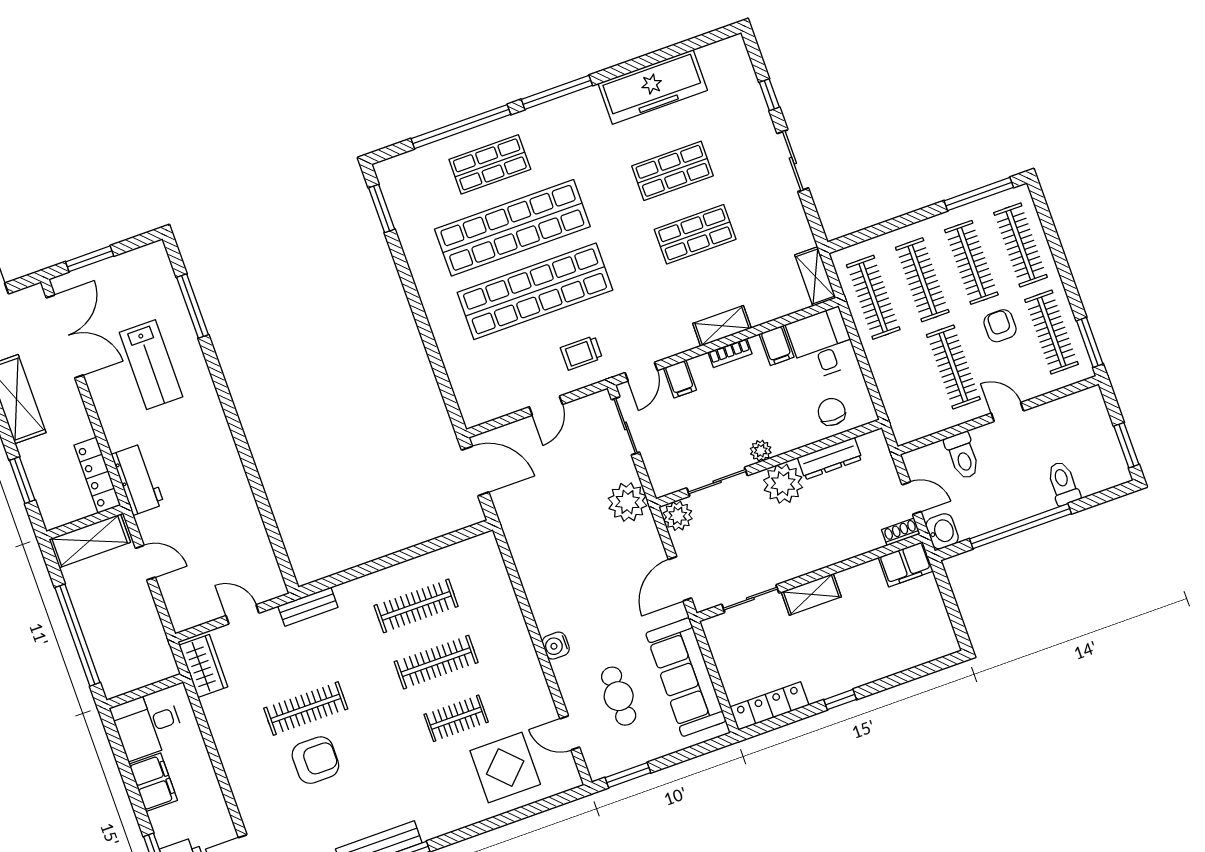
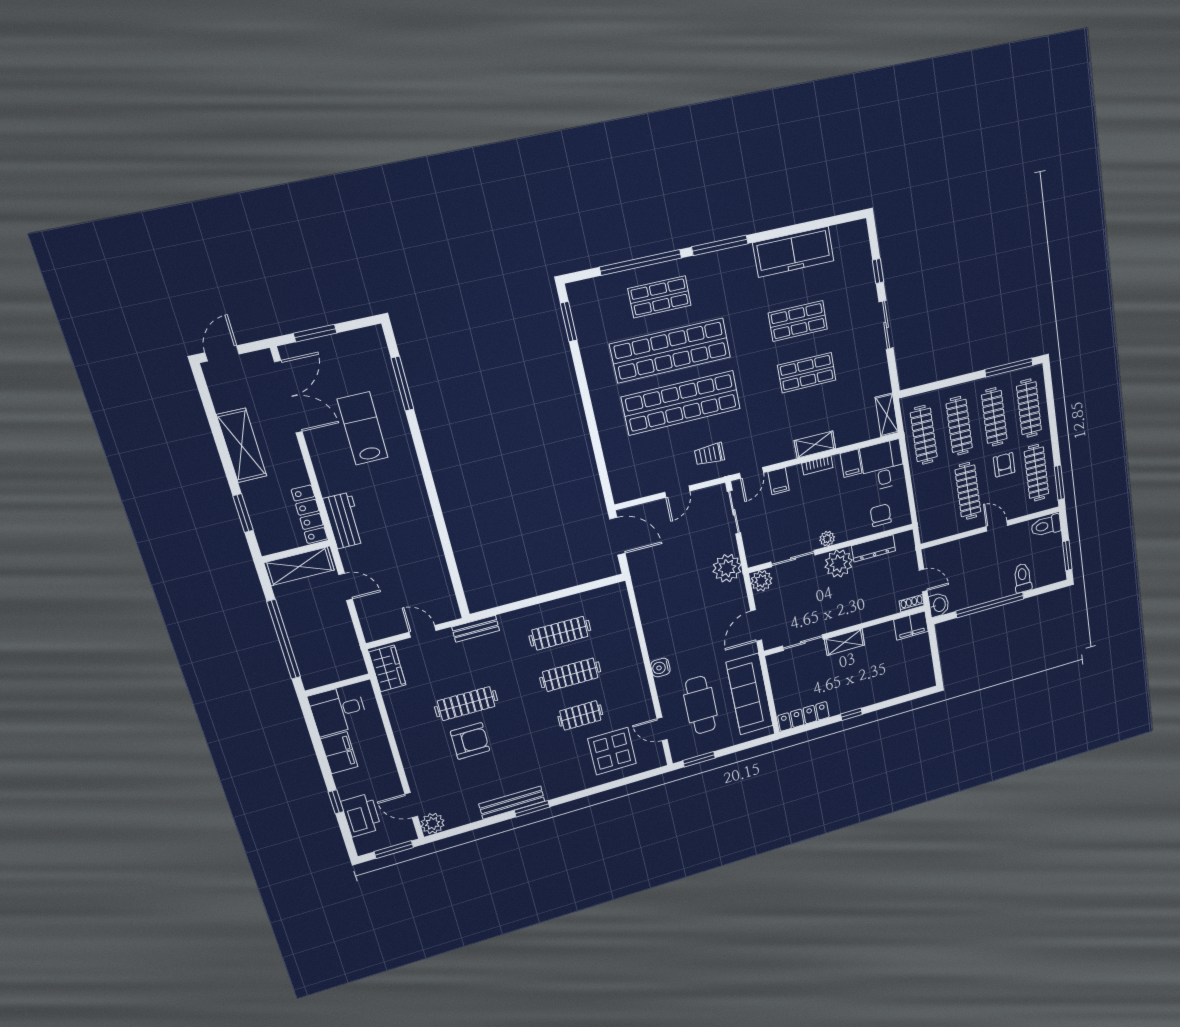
lab bench: (151, 365) -> (363, 428), turned 180
toilet: (962, 456) -> (1046, 526), moved, turned 90
cafe table: (619, 696) -> (700, 705), width x1.37, depth x1.35

